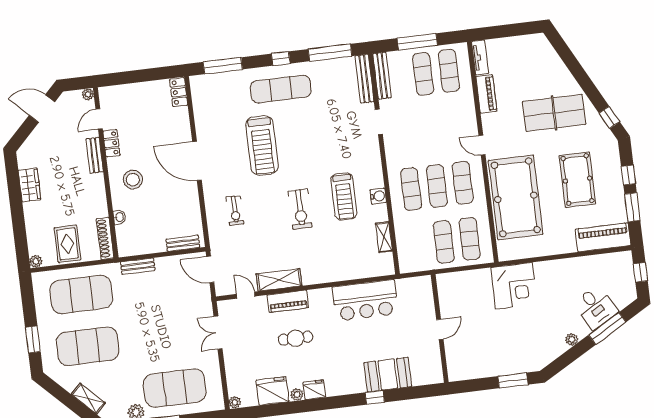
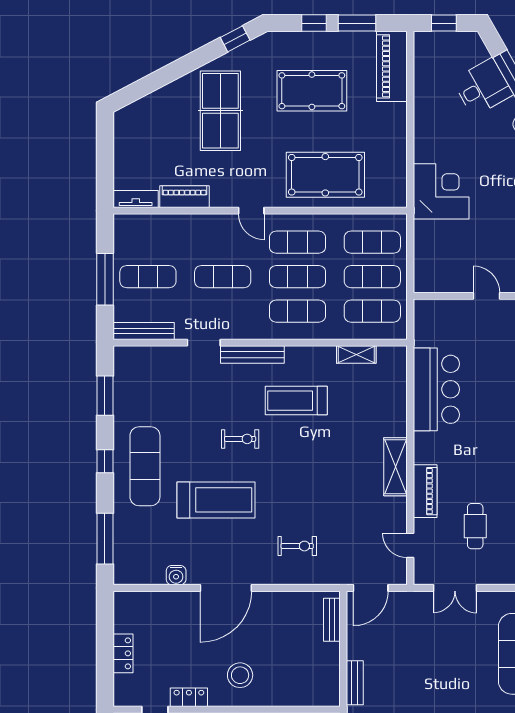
window: (330, 53) -> (105, 396), width x0.69
exercise mat: (449, 71) -> (223, 277), moved
bench: (364, 79) -> (252, 354), moved
locker: (179, 92) -> (123, 653), moved, turned -90
door: (482, 145) -> (251, 211), hinge flipped
treadmill: (344, 196) -> (296, 401), turned 180
water cooler: (378, 196) -> (176, 575), moved, turned 180
pool table: (516, 197) -> (325, 175), width x0.73, depth x0.76
exercise bike: (300, 209) -> (240, 439), moved, width x0.73, depth x0.72
washbasin: (119, 217) -> (287, 699), removed
exercise mat: (418, 245) -> (372, 311), added
shelving: (279, 280) -> (396, 467), moved
door: (246, 295) -> (410, 545), hinge flipped
cafe table: (296, 338) -> (475, 526), moved

